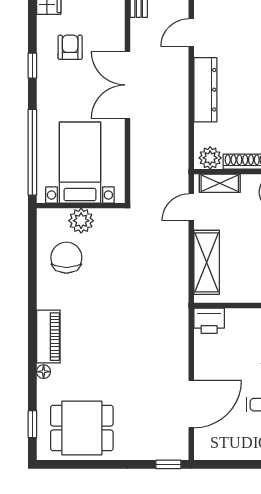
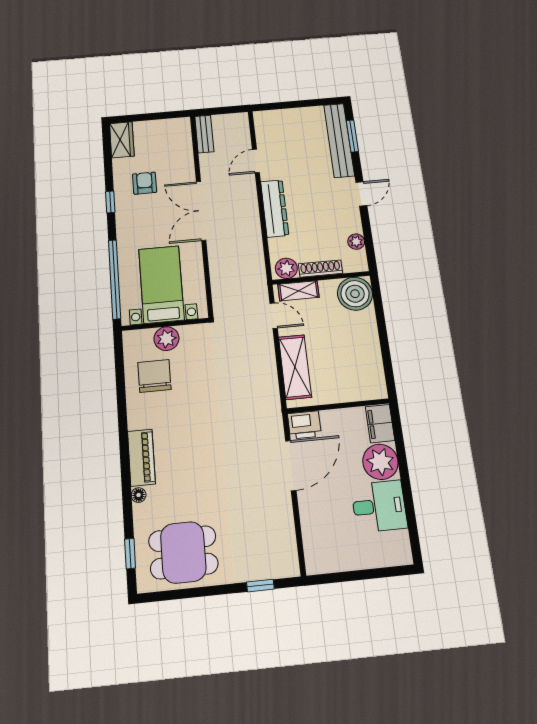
door: (191, 207) -> (274, 316), swing flipped
door: (191, 404) -> (291, 465), moved
window: (168, 464) -> (260, 586), moved

